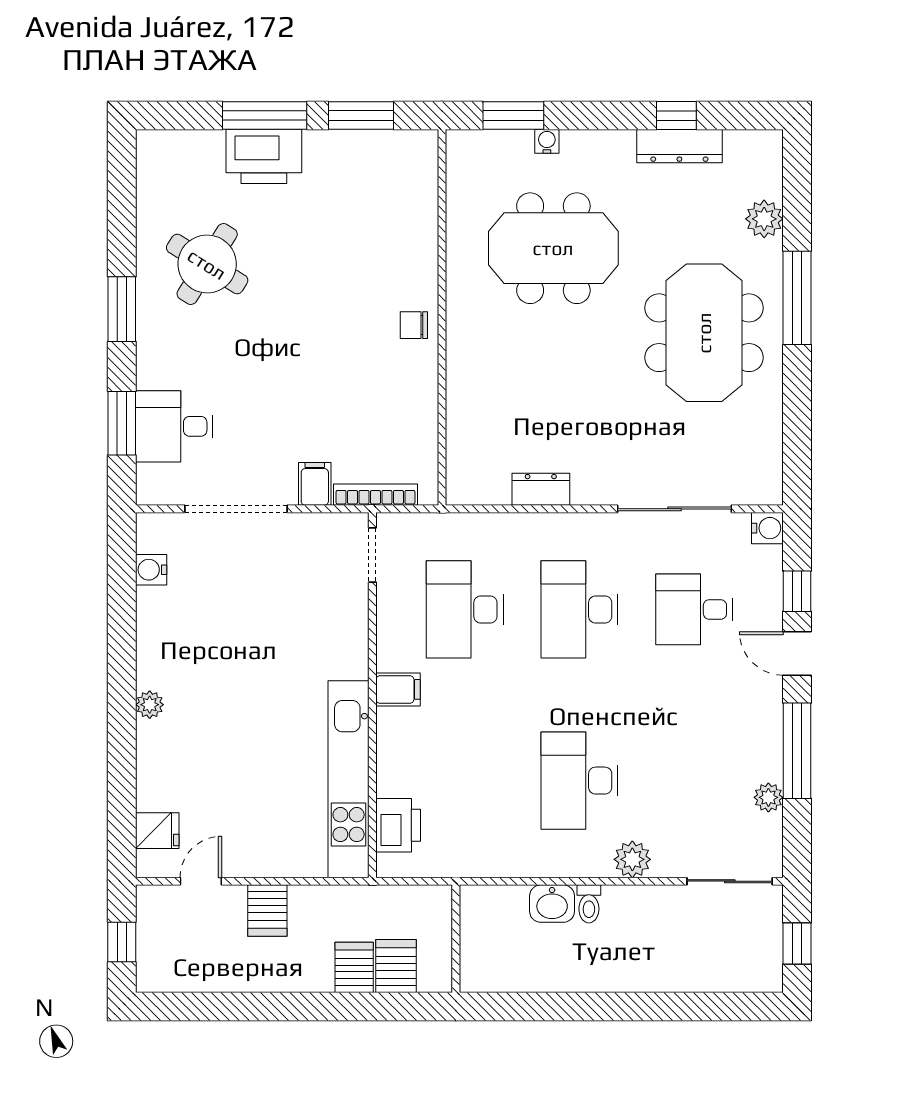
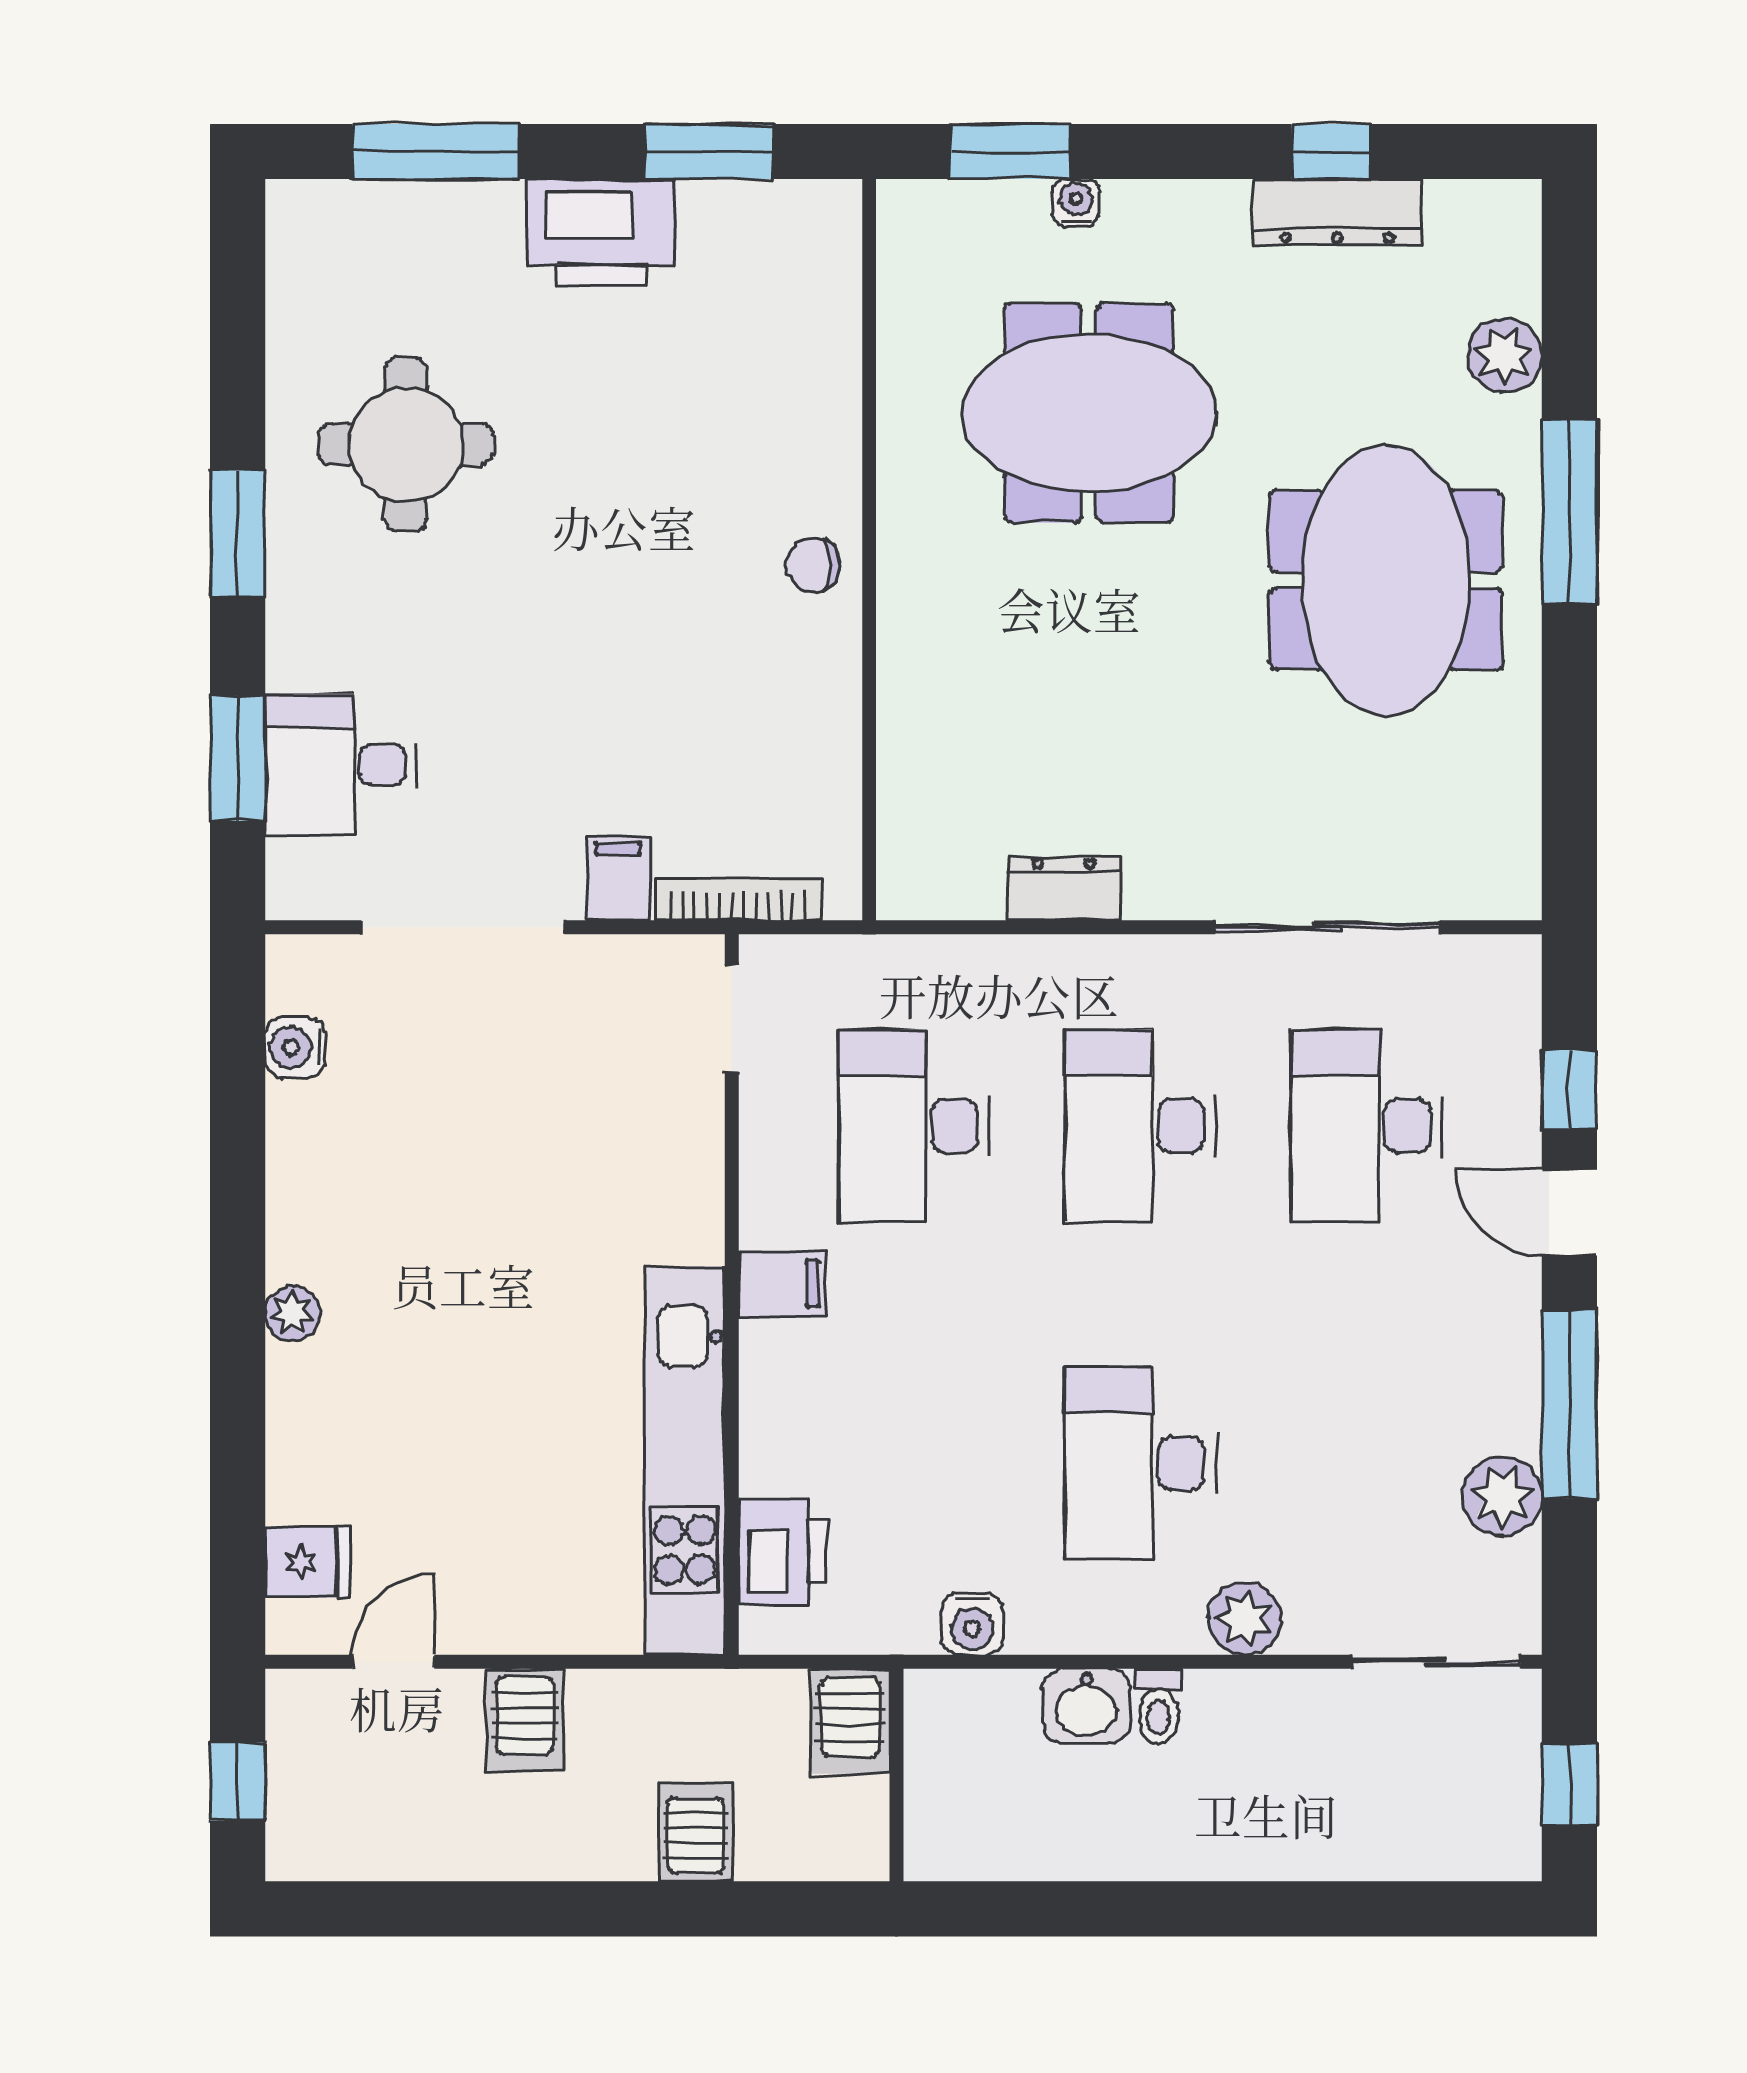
window: (265, 115) -> (435, 151), moved
printer: (264, 157) -> (602, 233), moved
round table: (207, 264) -> (406, 444), turned -32
water cooler: (767, 528) -> (972, 1624), moved, turned 90
desk: (694, 609) -> (1367, 1126), width x1.37
plant: (768, 797) -> (1502, 1497), width x1.38, depth x1.38
server rack: (396, 966) -> (850, 1721), moved, turned 180

